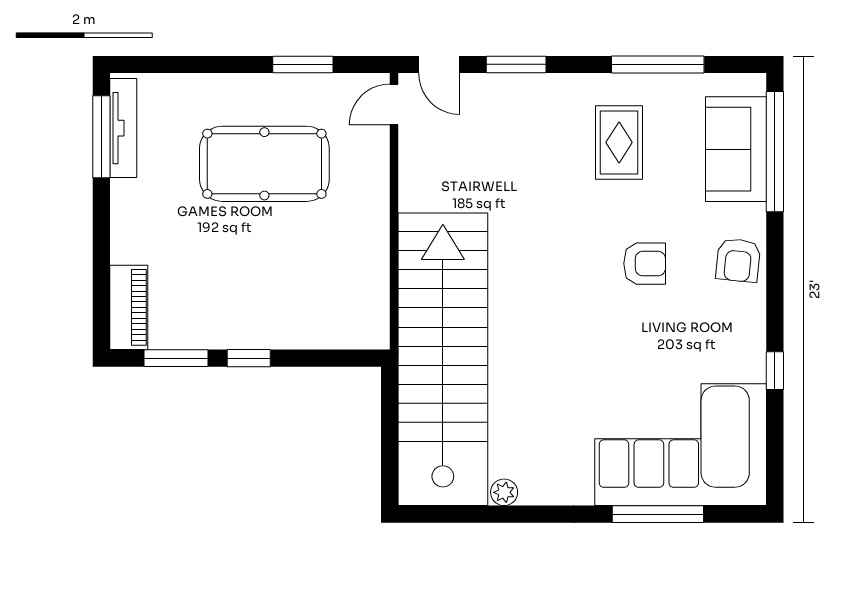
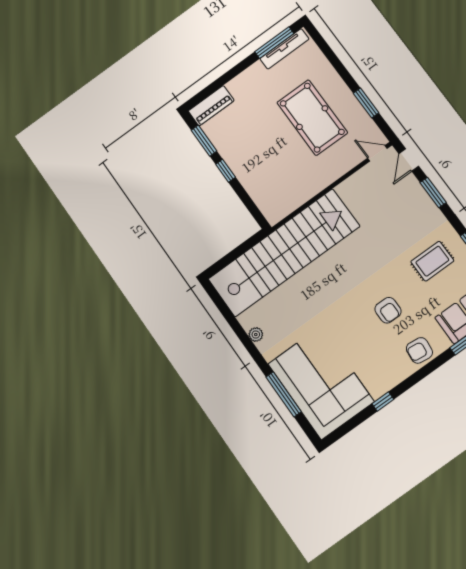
plant: (504, 492) -> (256, 335), moved

